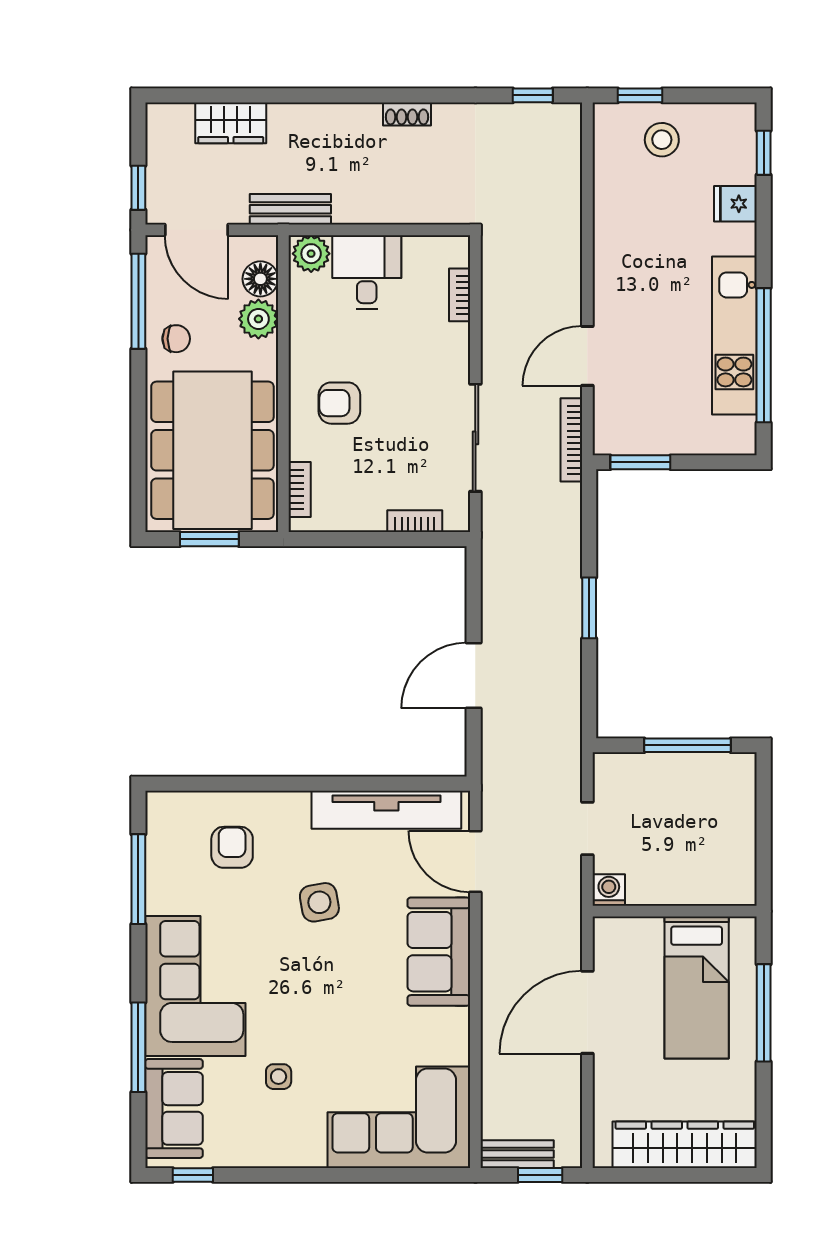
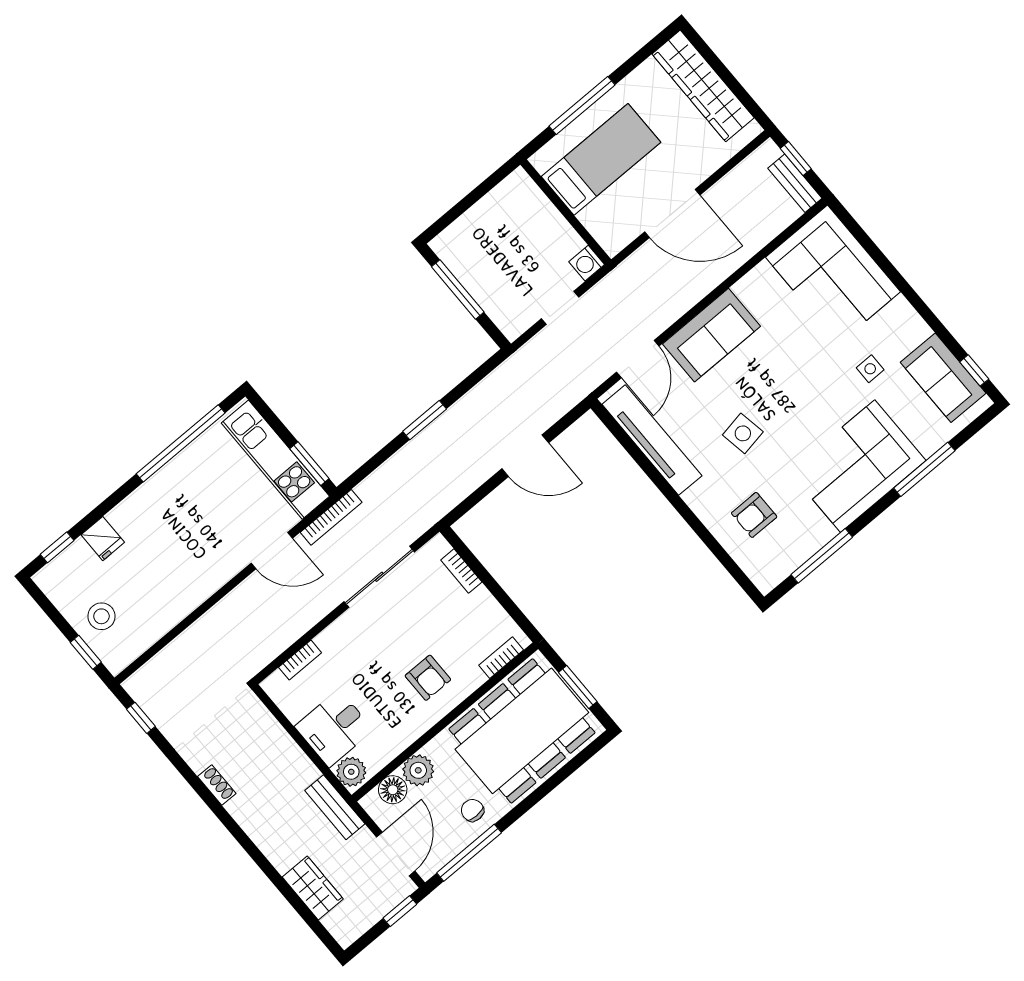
kitchen unit: (734, 336) -> (275, 460), moved, turned 90
sofa: (174, 1108) -> (943, 378), moved, turned -90

